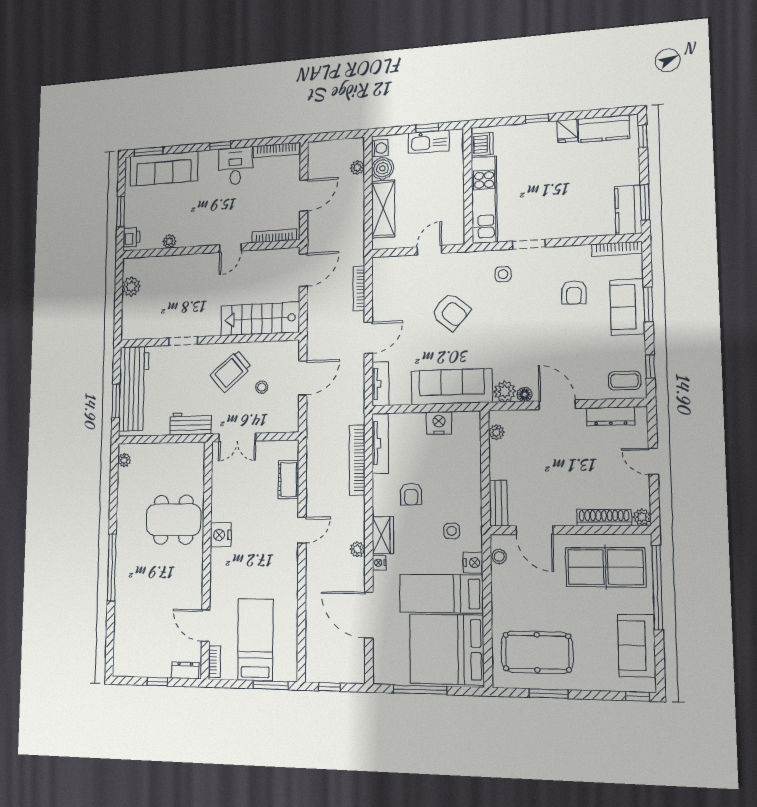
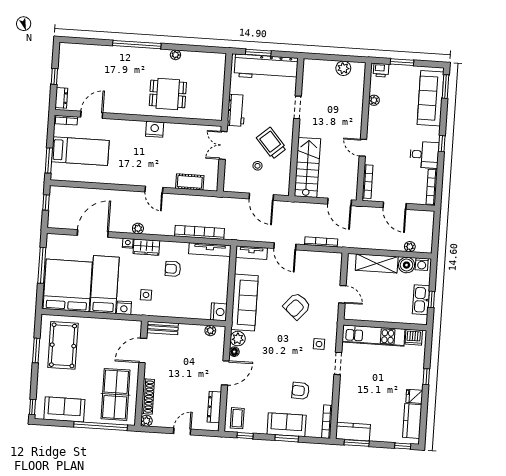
nightstand: (439, 423) -> (219, 312), moved
plant: (124, 460) -> (175, 55), moved
dining table: (173, 520) -> (168, 94), width x0.73
stool: (499, 556) -> (127, 326), removed

